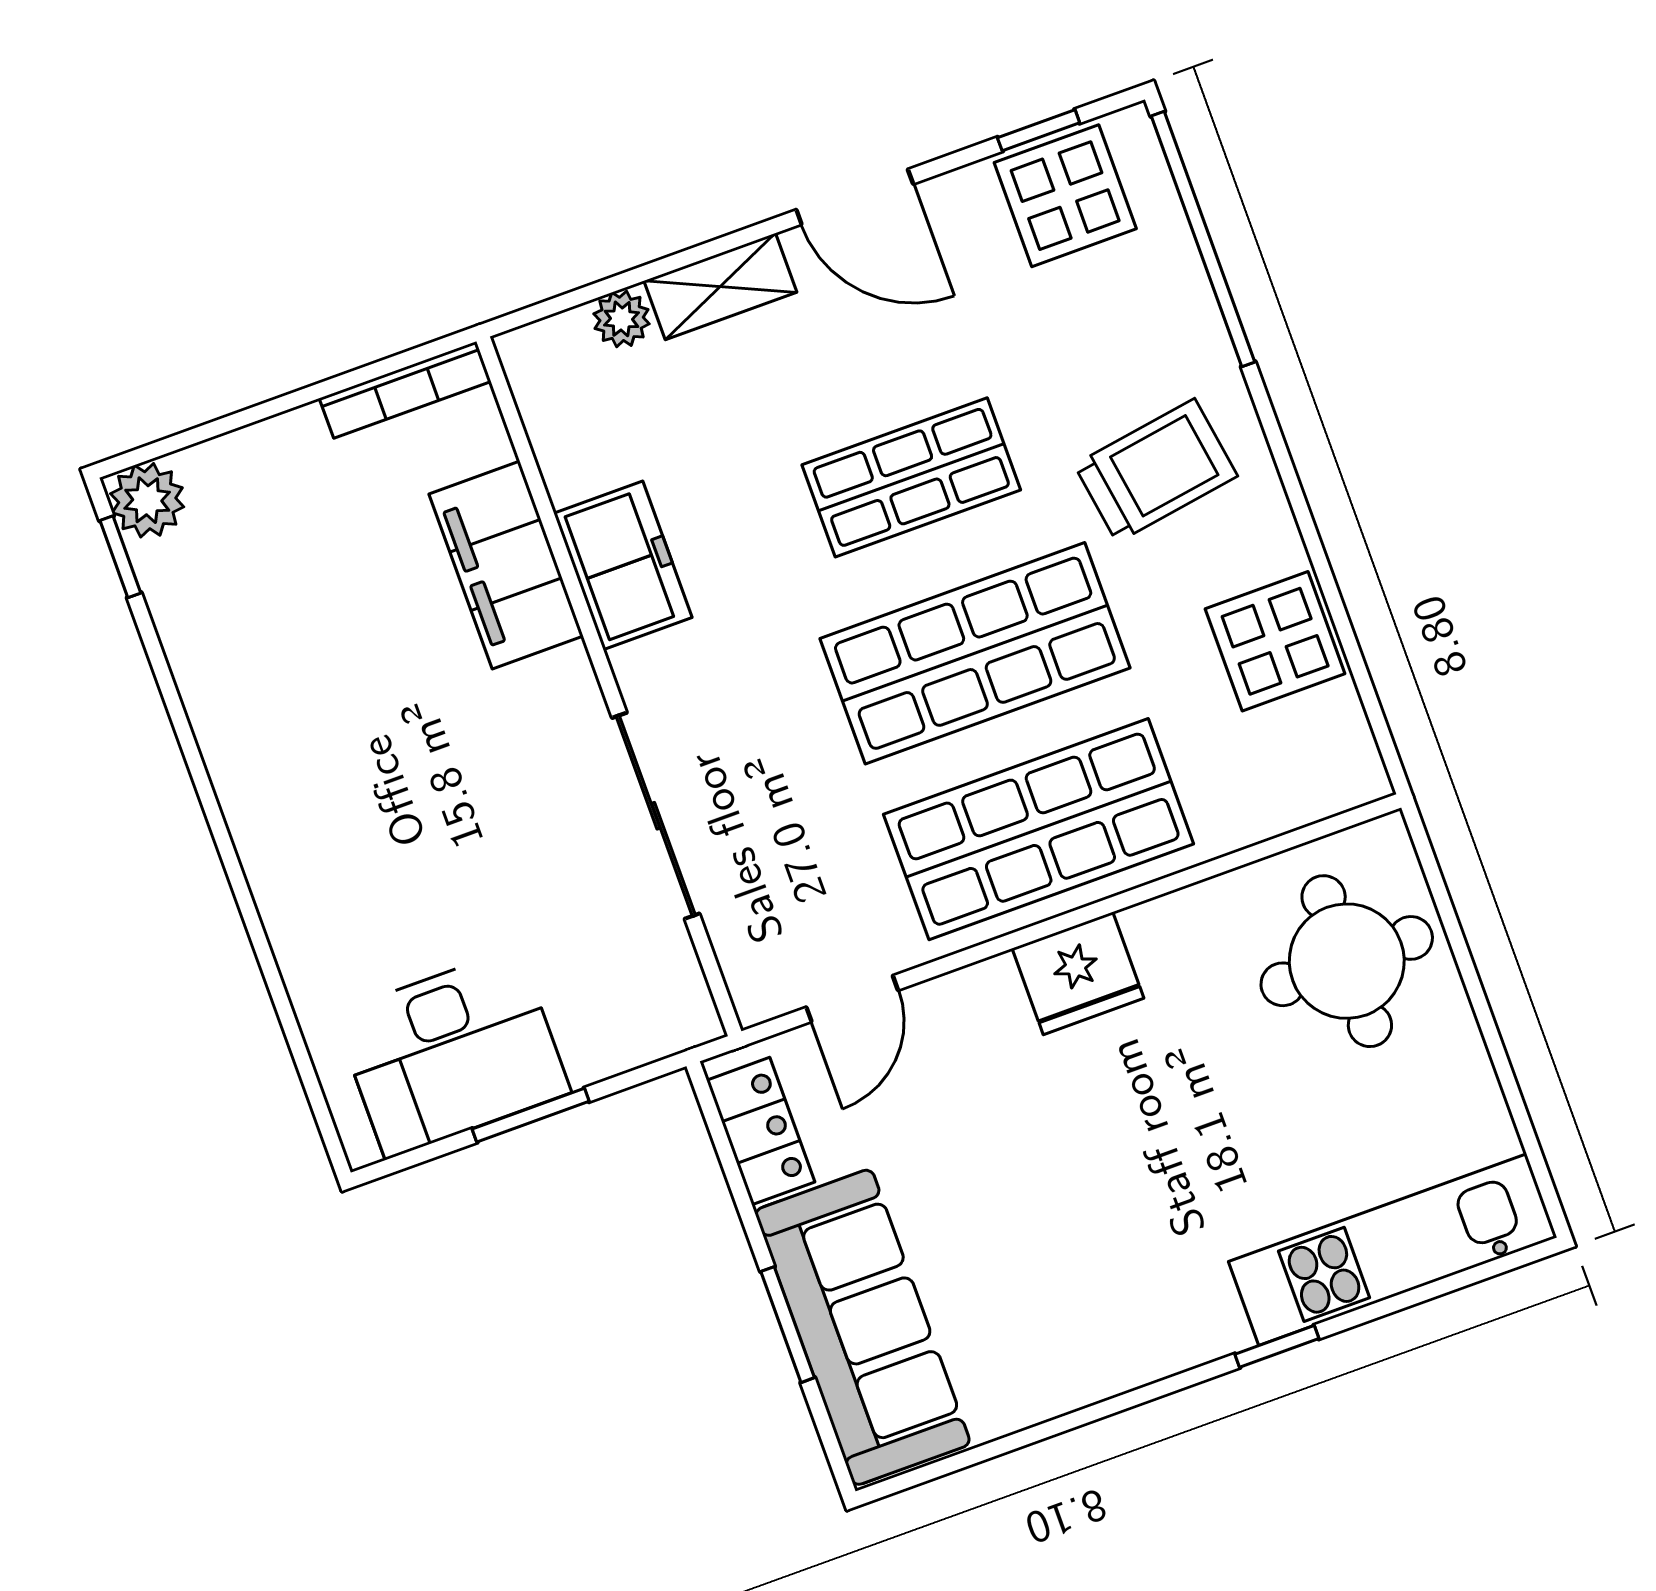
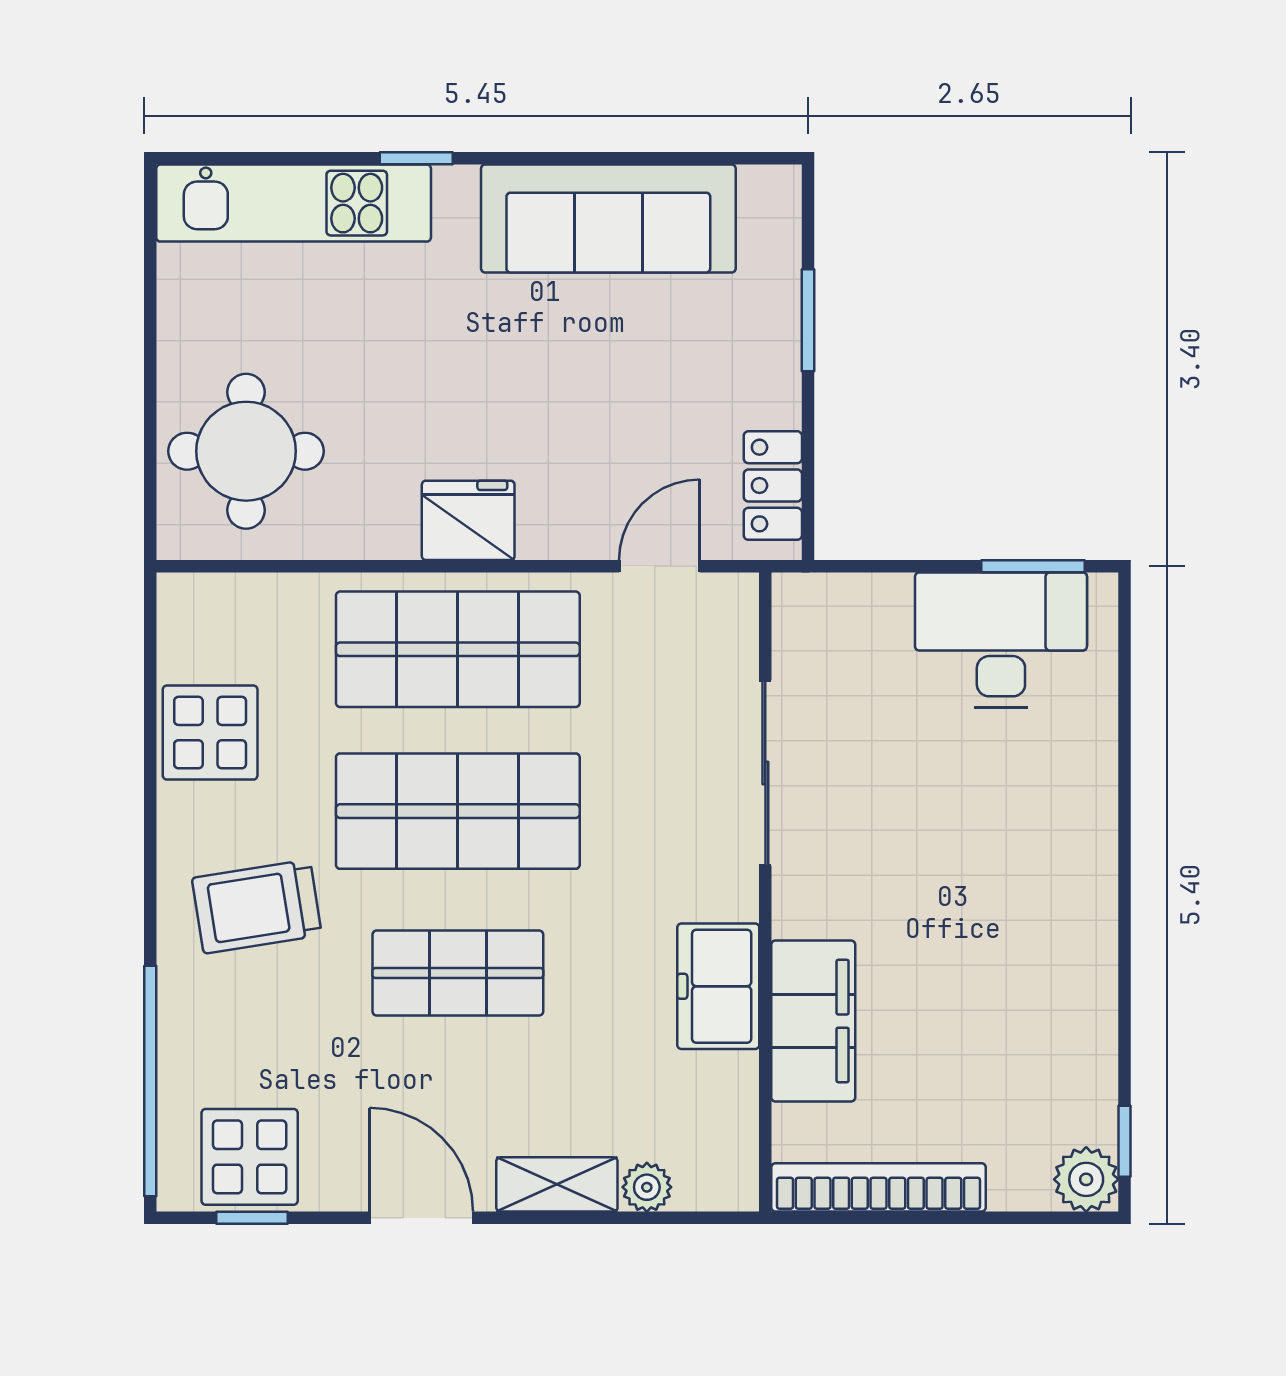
bookcase: (405, 390) -> (879, 1187), width x1.48, depth x1.31
window: (531, 1115) -> (1033, 566), moved
sofa: (863, 1327) -> (608, 218), moved, turned -90

